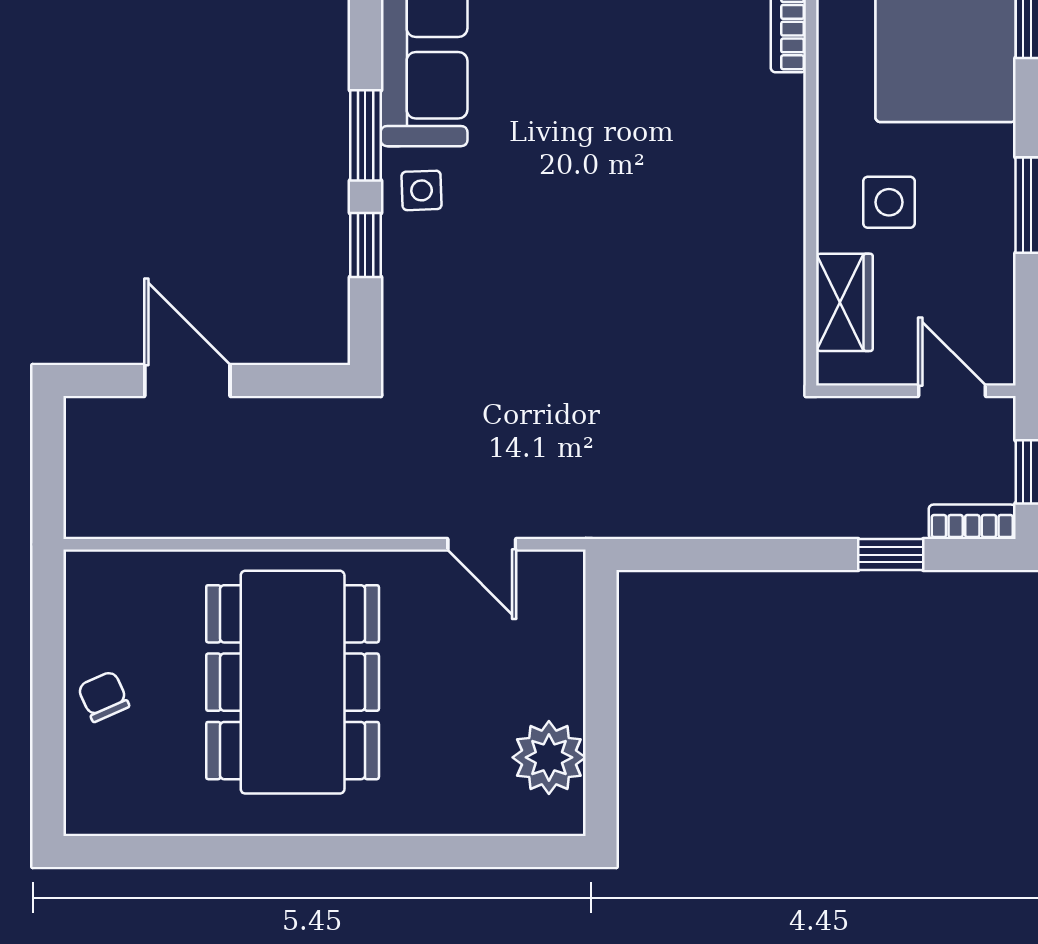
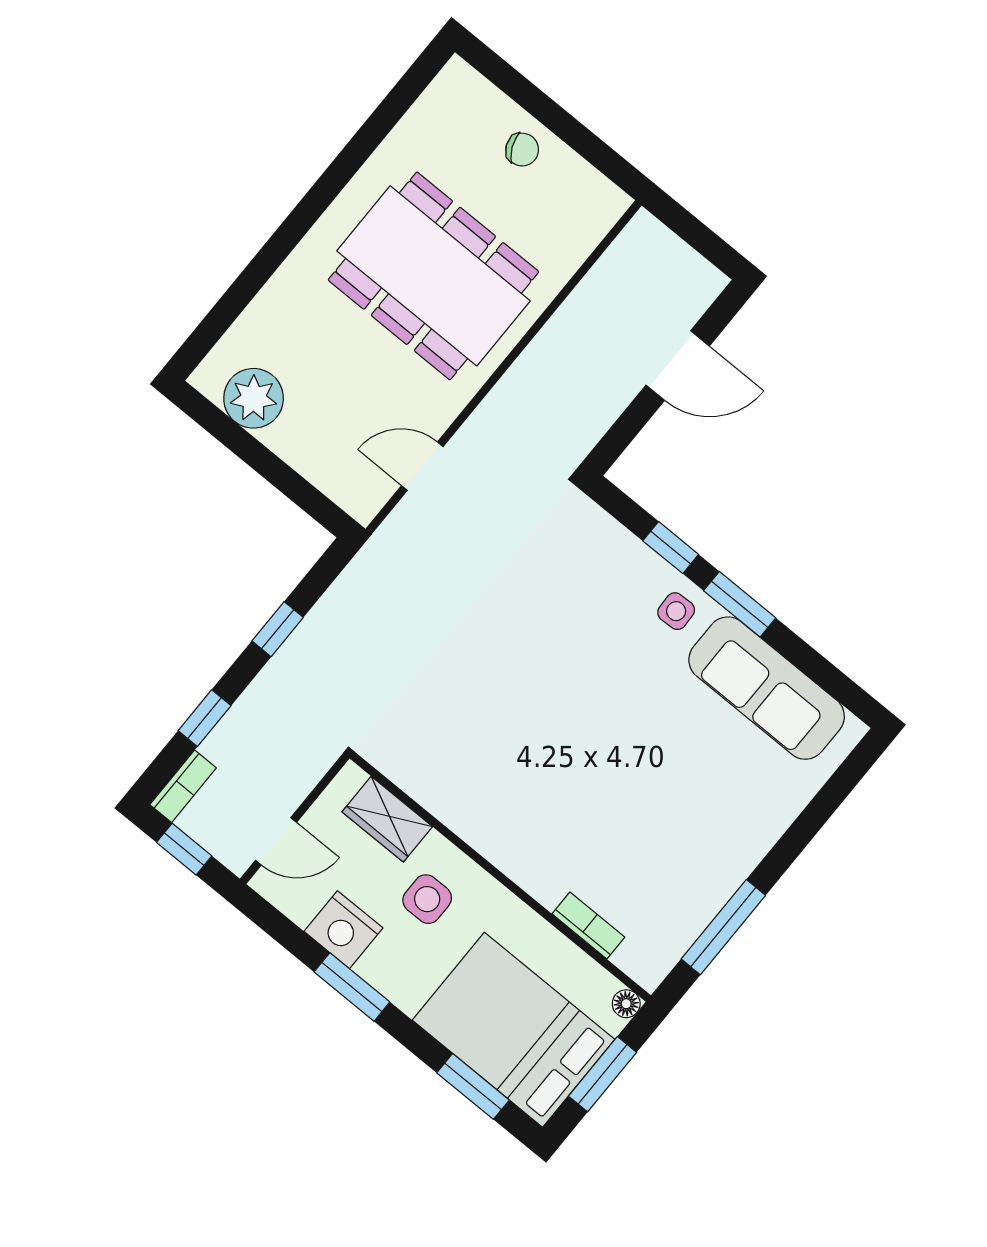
nightstand: (983, 258) -> (343, 930), added
window: (749, 555) -> (278, 629), added

